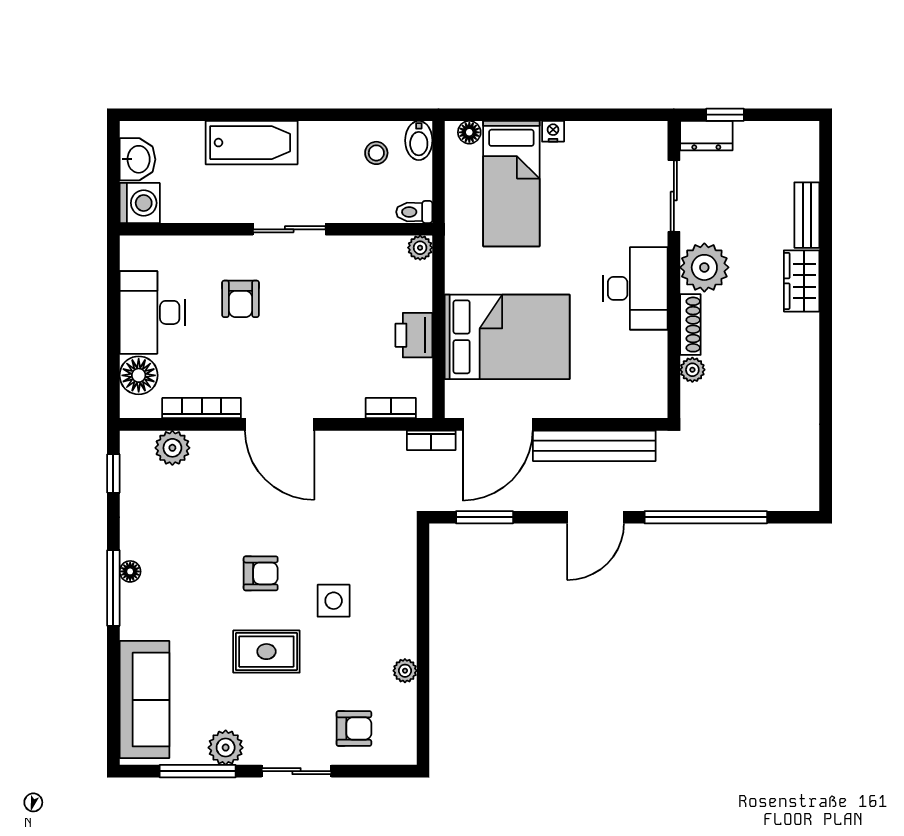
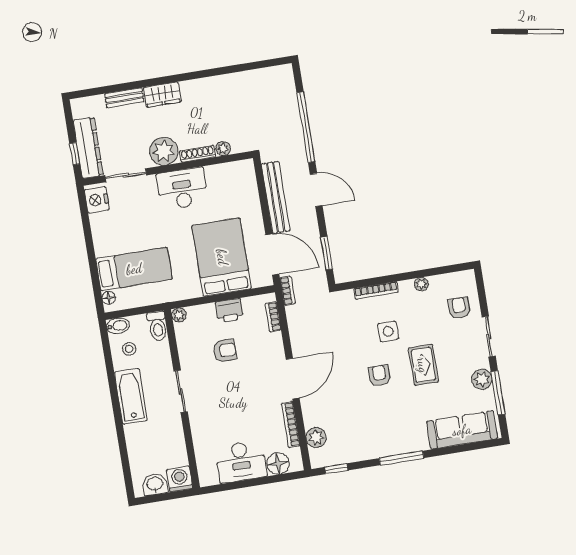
nightstand: (553, 131) -> (97, 200), moved, width x1.89, depth x1.79
dresser: (706, 136) -> (88, 148), width x1.96, depth x1.24
bathtub: (252, 143) -> (131, 396), moved
toilet: (414, 212) -> (157, 326), width x1.37, depth x1.39
armchair: (240, 299) -> (225, 350), moved
floor lamp: (130, 571) -> (390, 450), removed
bookcase: (407, 592) -> (376, 290), added

